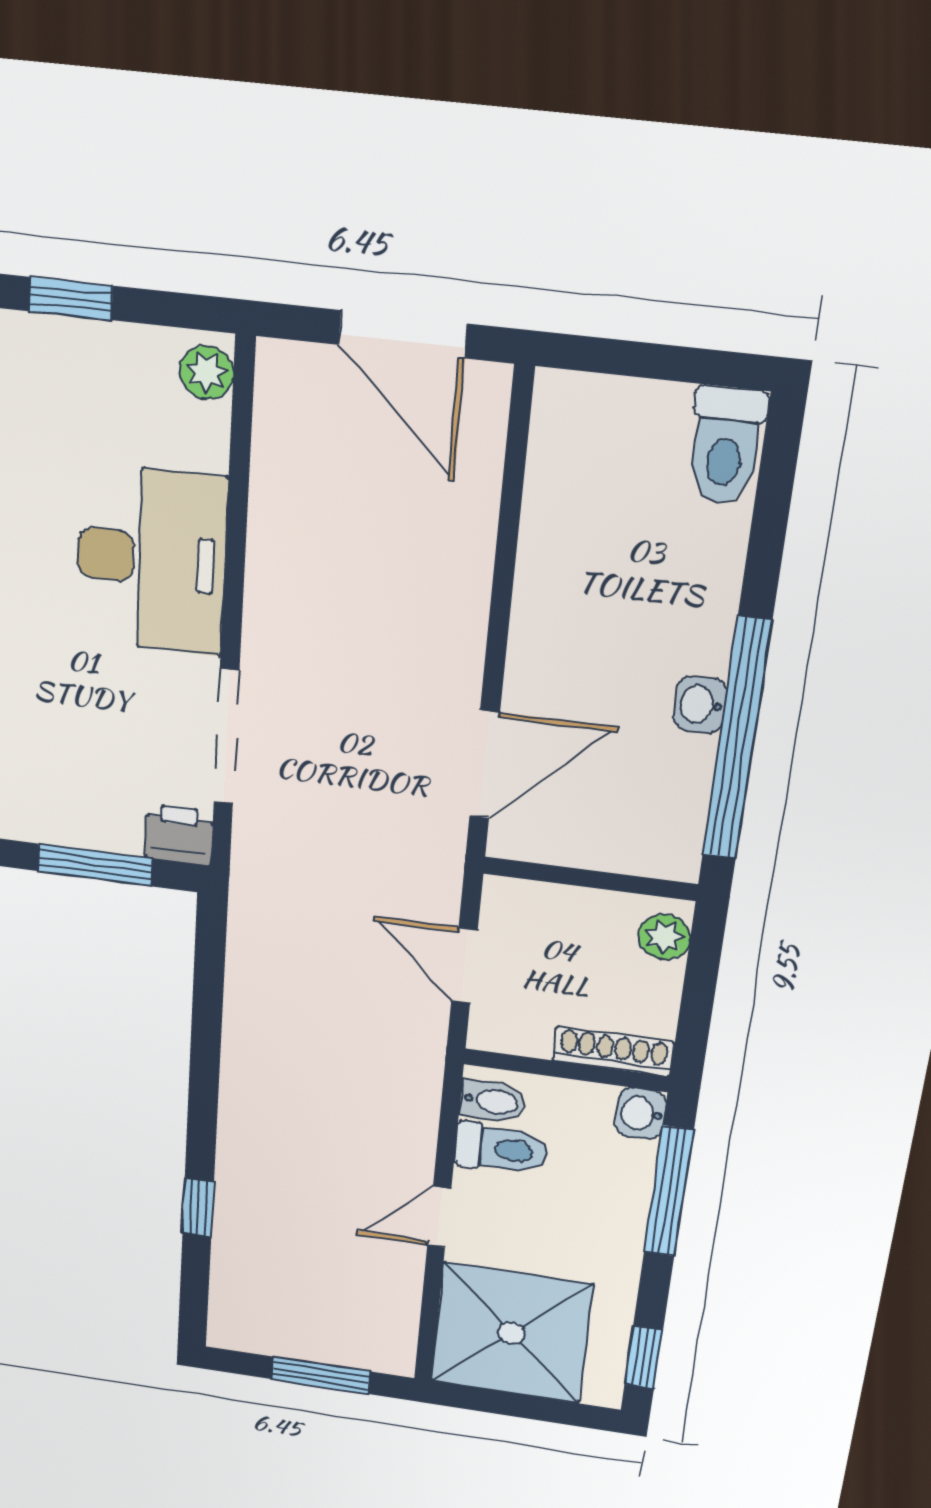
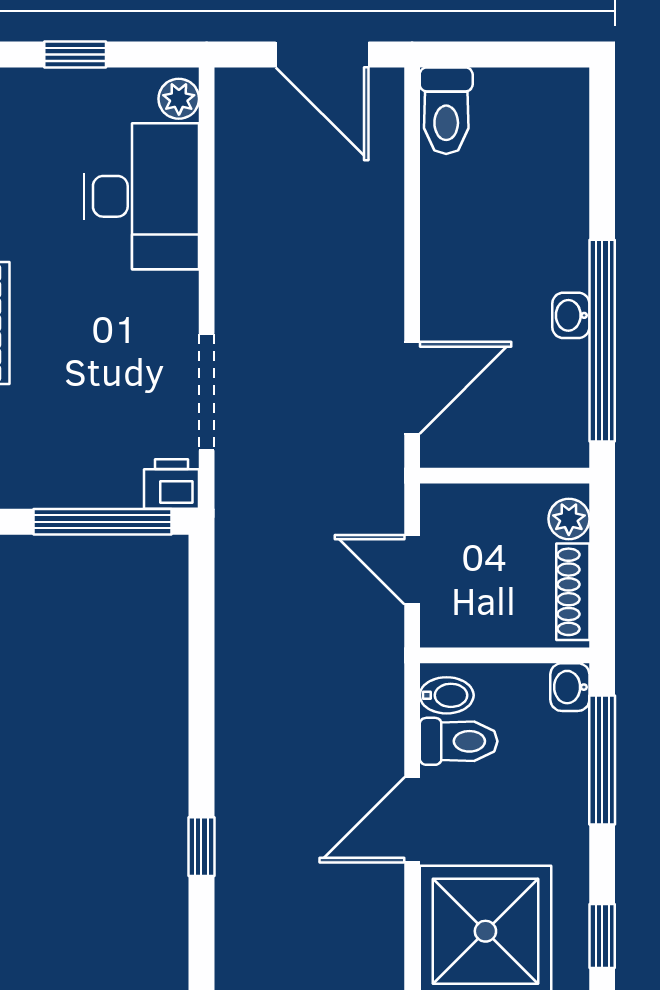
toilet: (726, 446) -> (446, 111), moved
desk: (151, 560) -> (141, 196), moved
window: (95, 865) -> (103, 522), width x1.44
shoe rack: (613, 1052) -> (573, 592), moved, turned -90
door: (439, 1217) -> (412, 820), width x1.38

